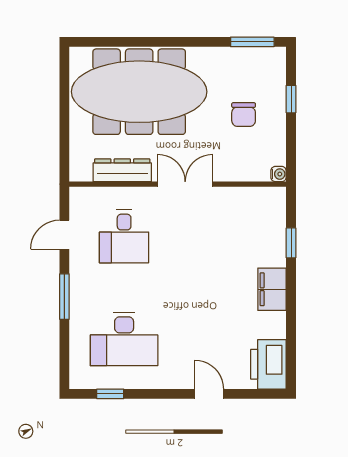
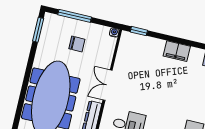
window: (291, 99) -> (75, 16), width x2.17
window: (291, 243) -> (139, 31), moved

